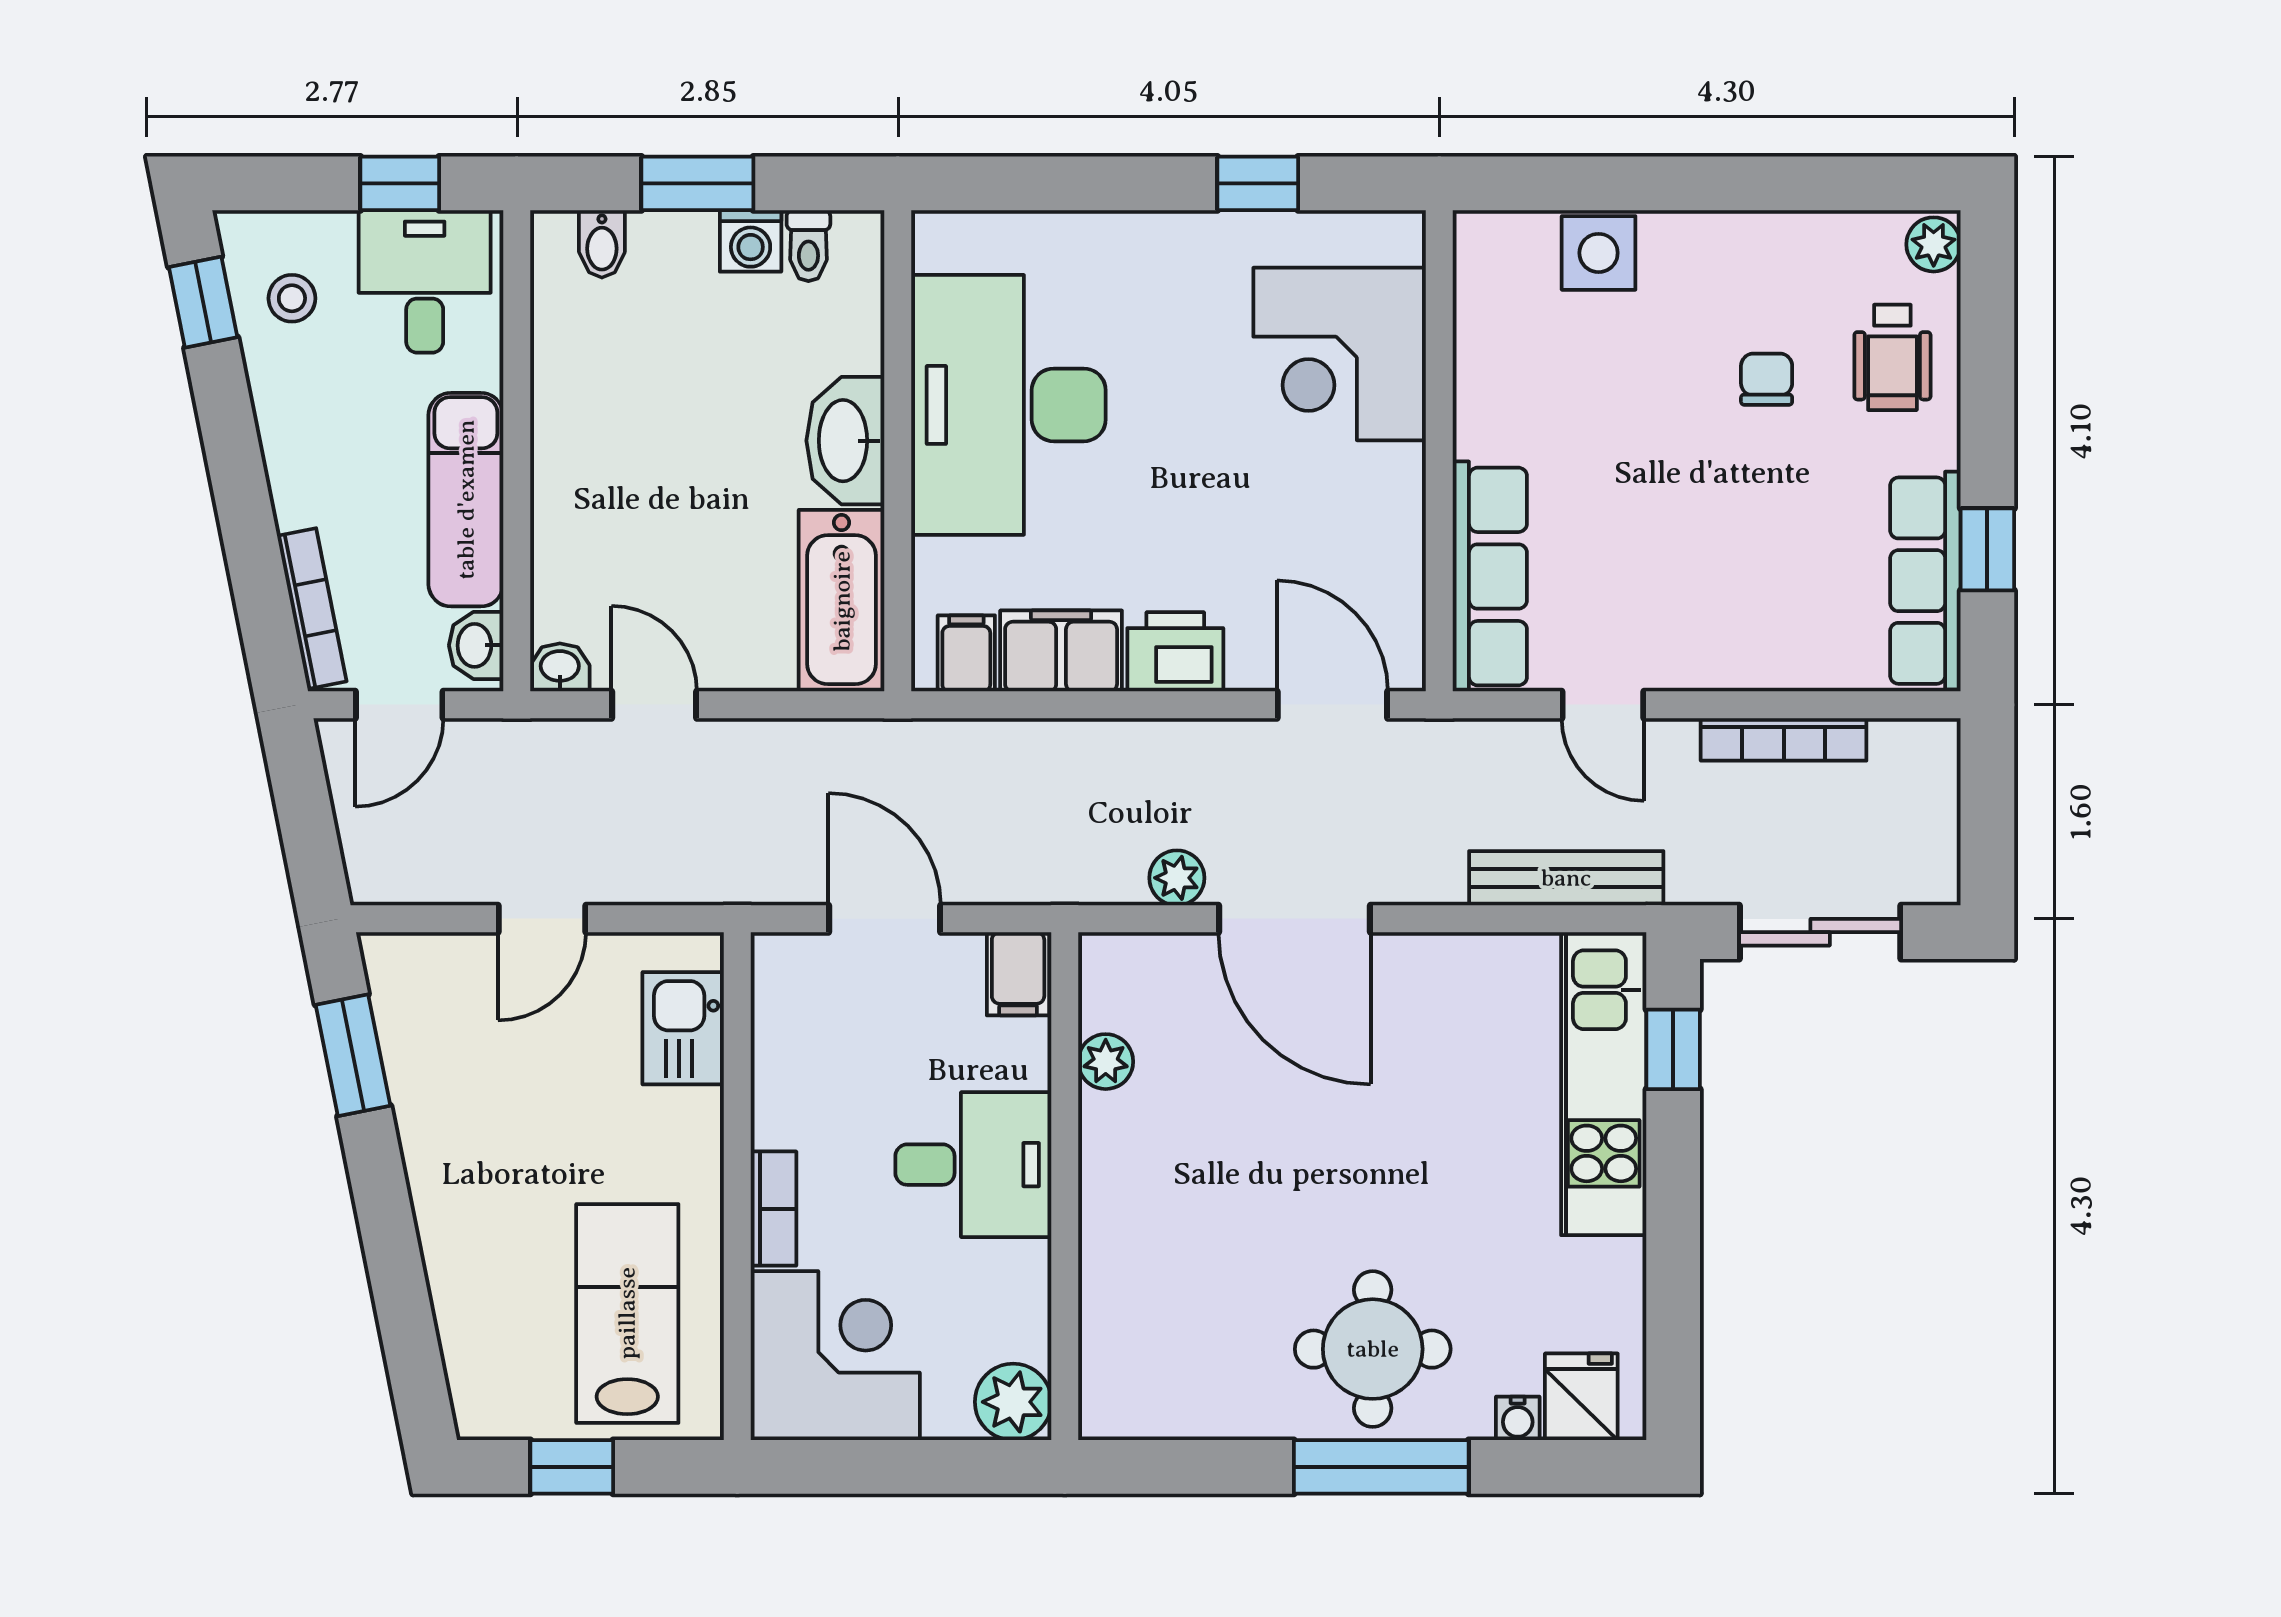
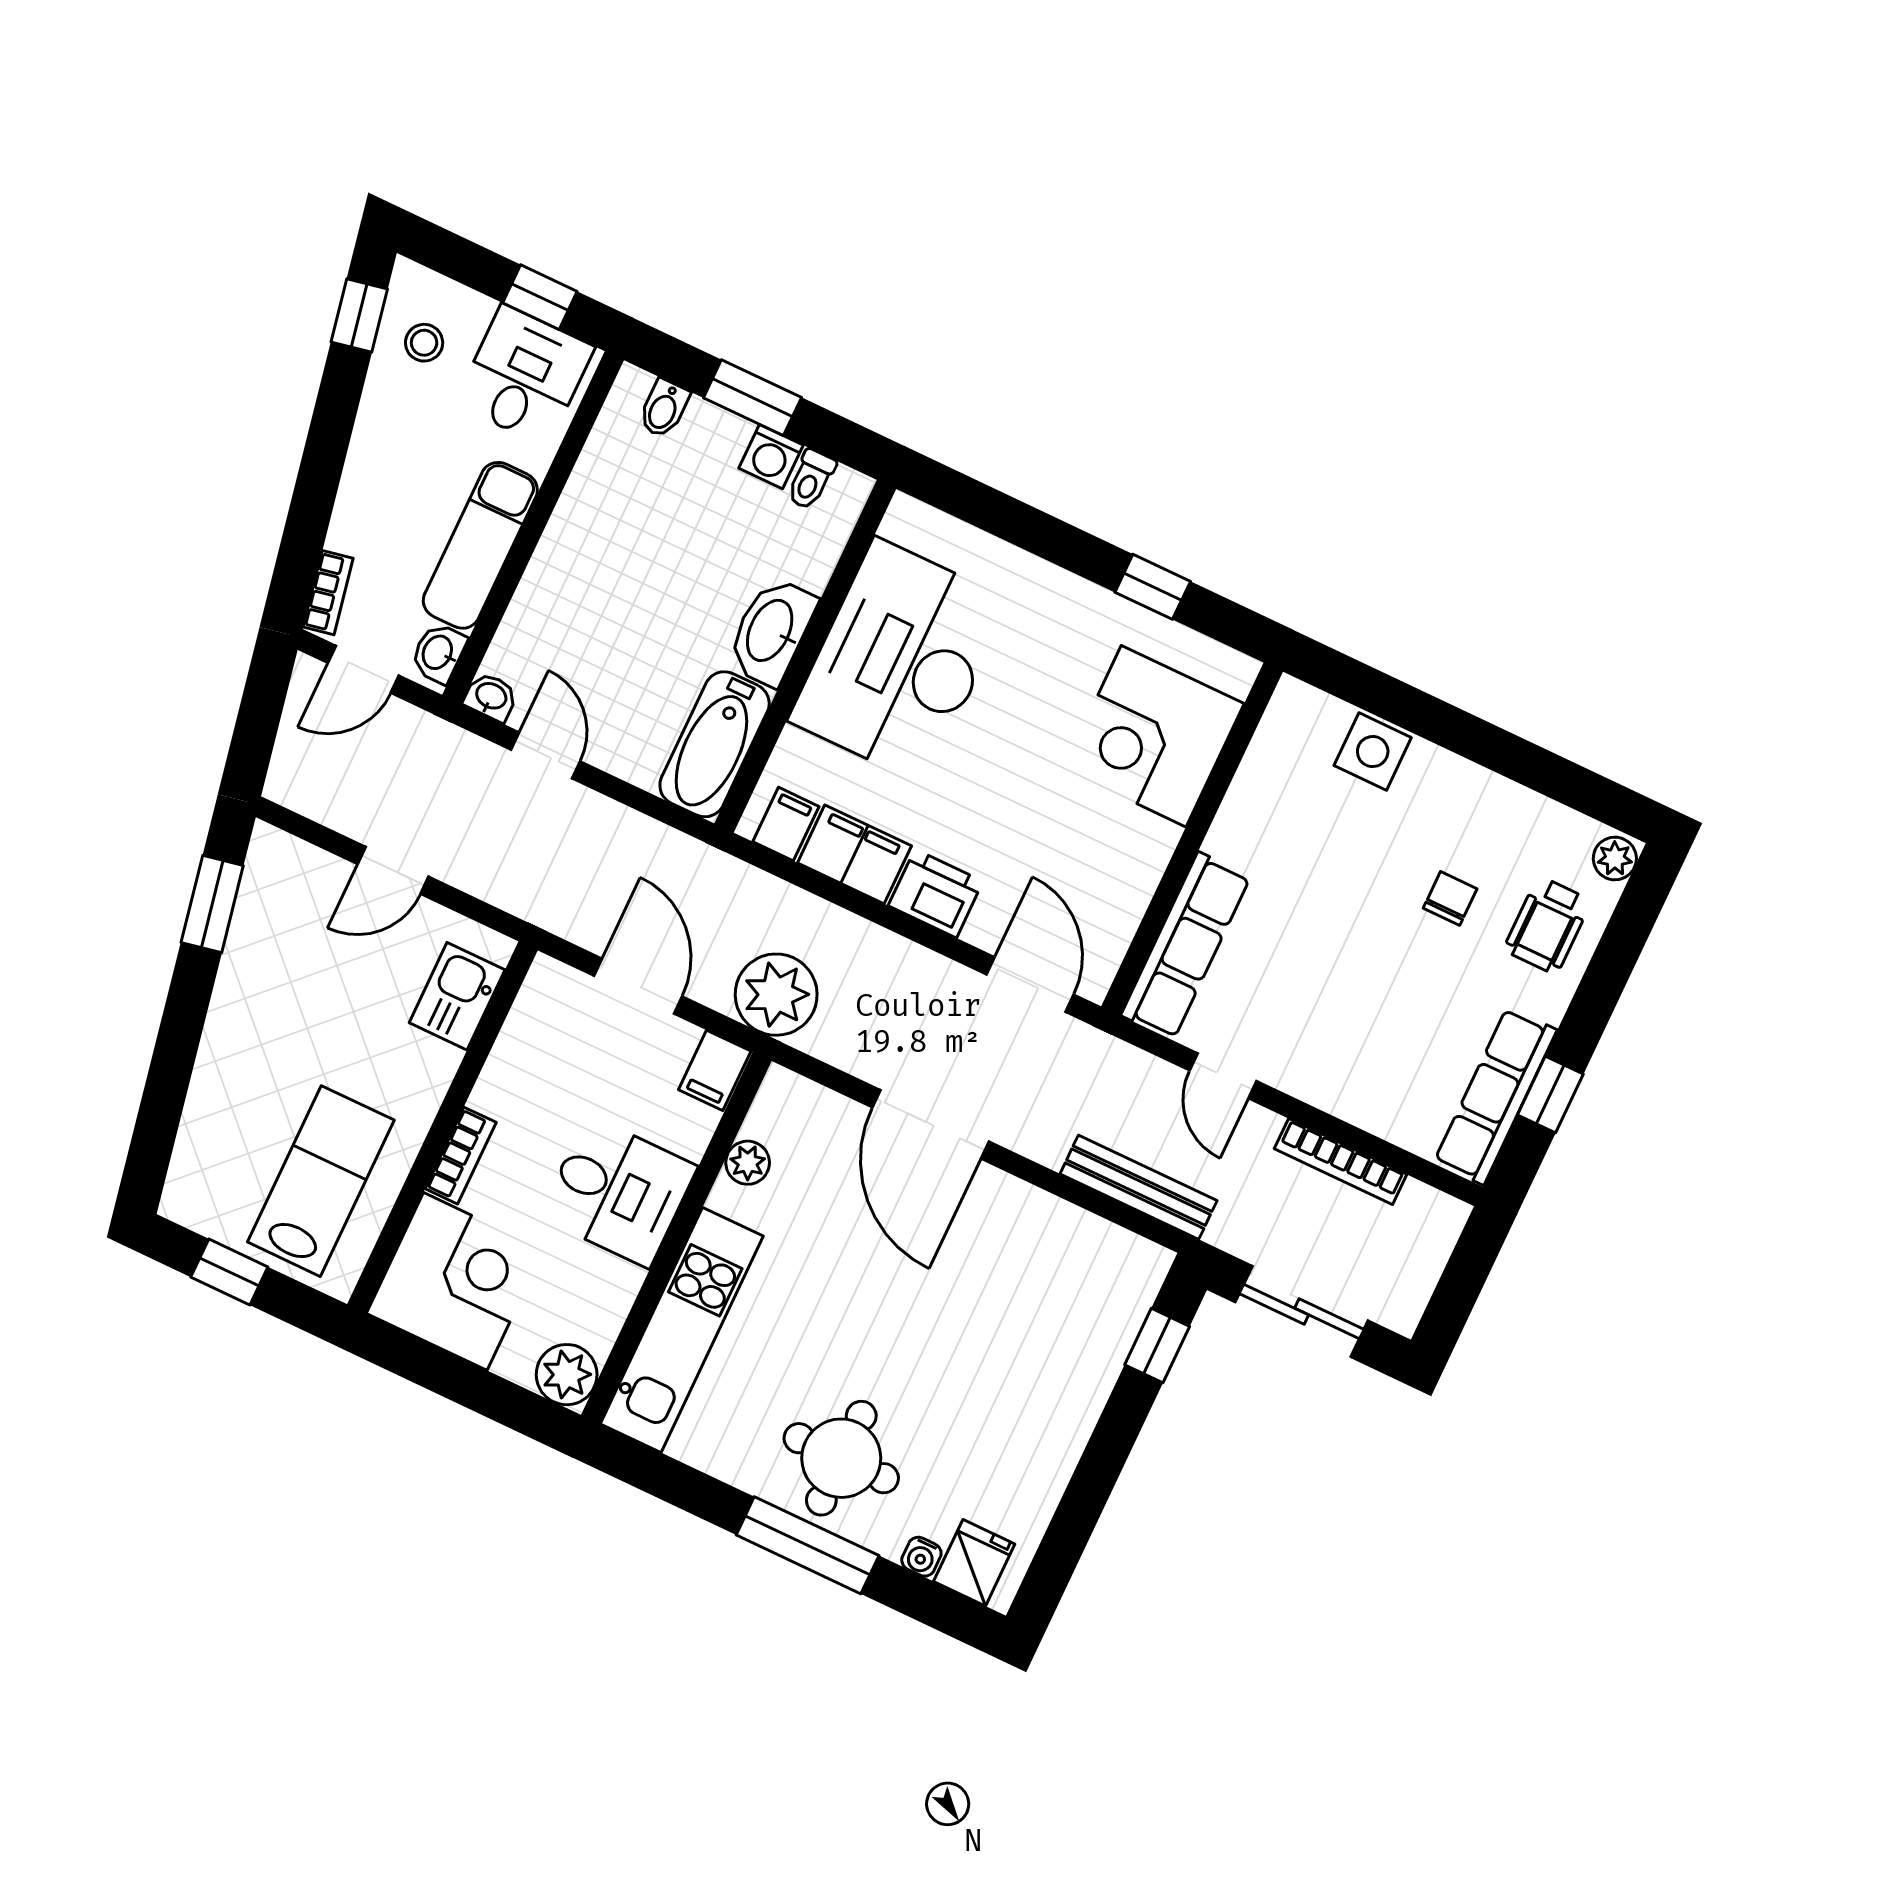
bookcase: (312, 609) -> (328, 593), width x0.64
plant: (1177, 878) -> (776, 995), moved, width x1.88, depth x1.88
kitchen unit: (1604, 1084) -> (682, 1330), moved, turned 180

